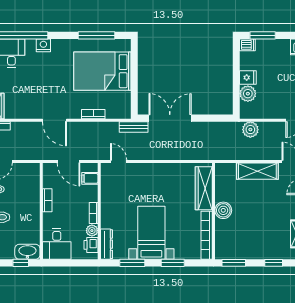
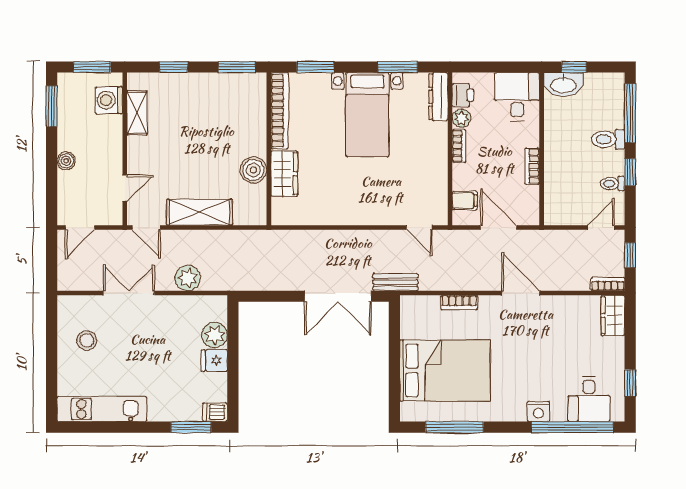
plant: (250, 130) -> (188, 278), moved
wardrobe: (204, 188) -> (284, 174), width x0.67
boiler: (223, 210) -> (253, 170), moved
window: (173, 263) -> (315, 67), moved

